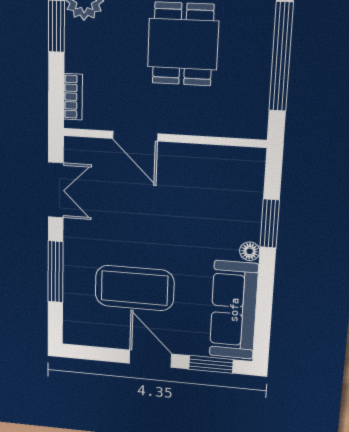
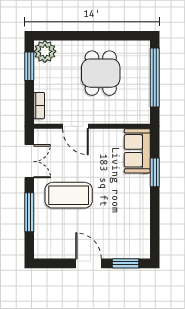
floor lamp: (250, 251) -> (144, 190), removed
coffee table: (134, 288) -> (69, 195), moved
sofa: (234, 310) -> (137, 151), moved, width x0.73

